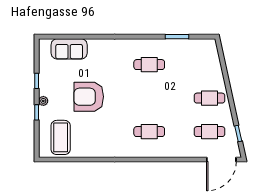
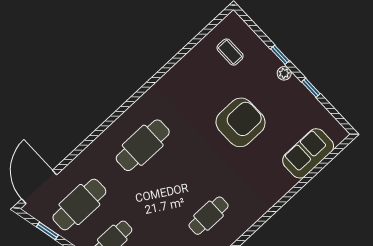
cafe table: (149, 132) -> (143, 145), width x1.37, depth x1.35
cafe table: (209, 132) -> (79, 204), width x1.37, depth x1.35
coffee table: (61, 137) -> (230, 52), width x0.54, depth x0.58

